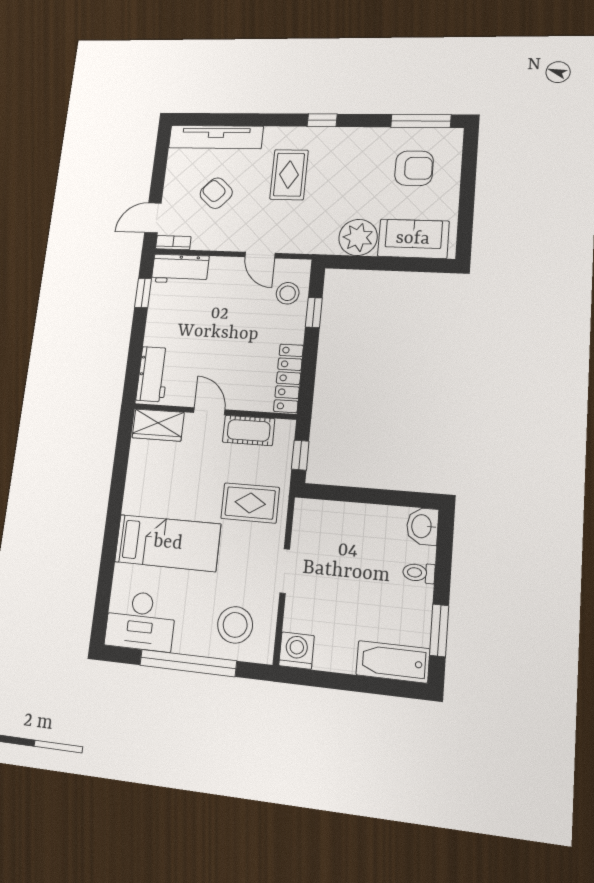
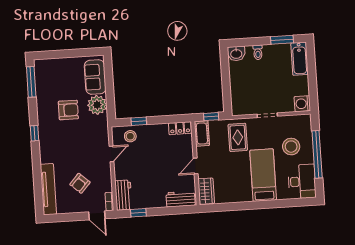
armchair: (414, 168) -> (68, 110), moved, turned 90
rug: (289, 175) -> (66, 146), removed
locker: (289, 378) -> (180, 128), width x0.66
cot: (249, 430) -> (202, 134), moved
stool: (235, 625) -> (291, 147), moved

